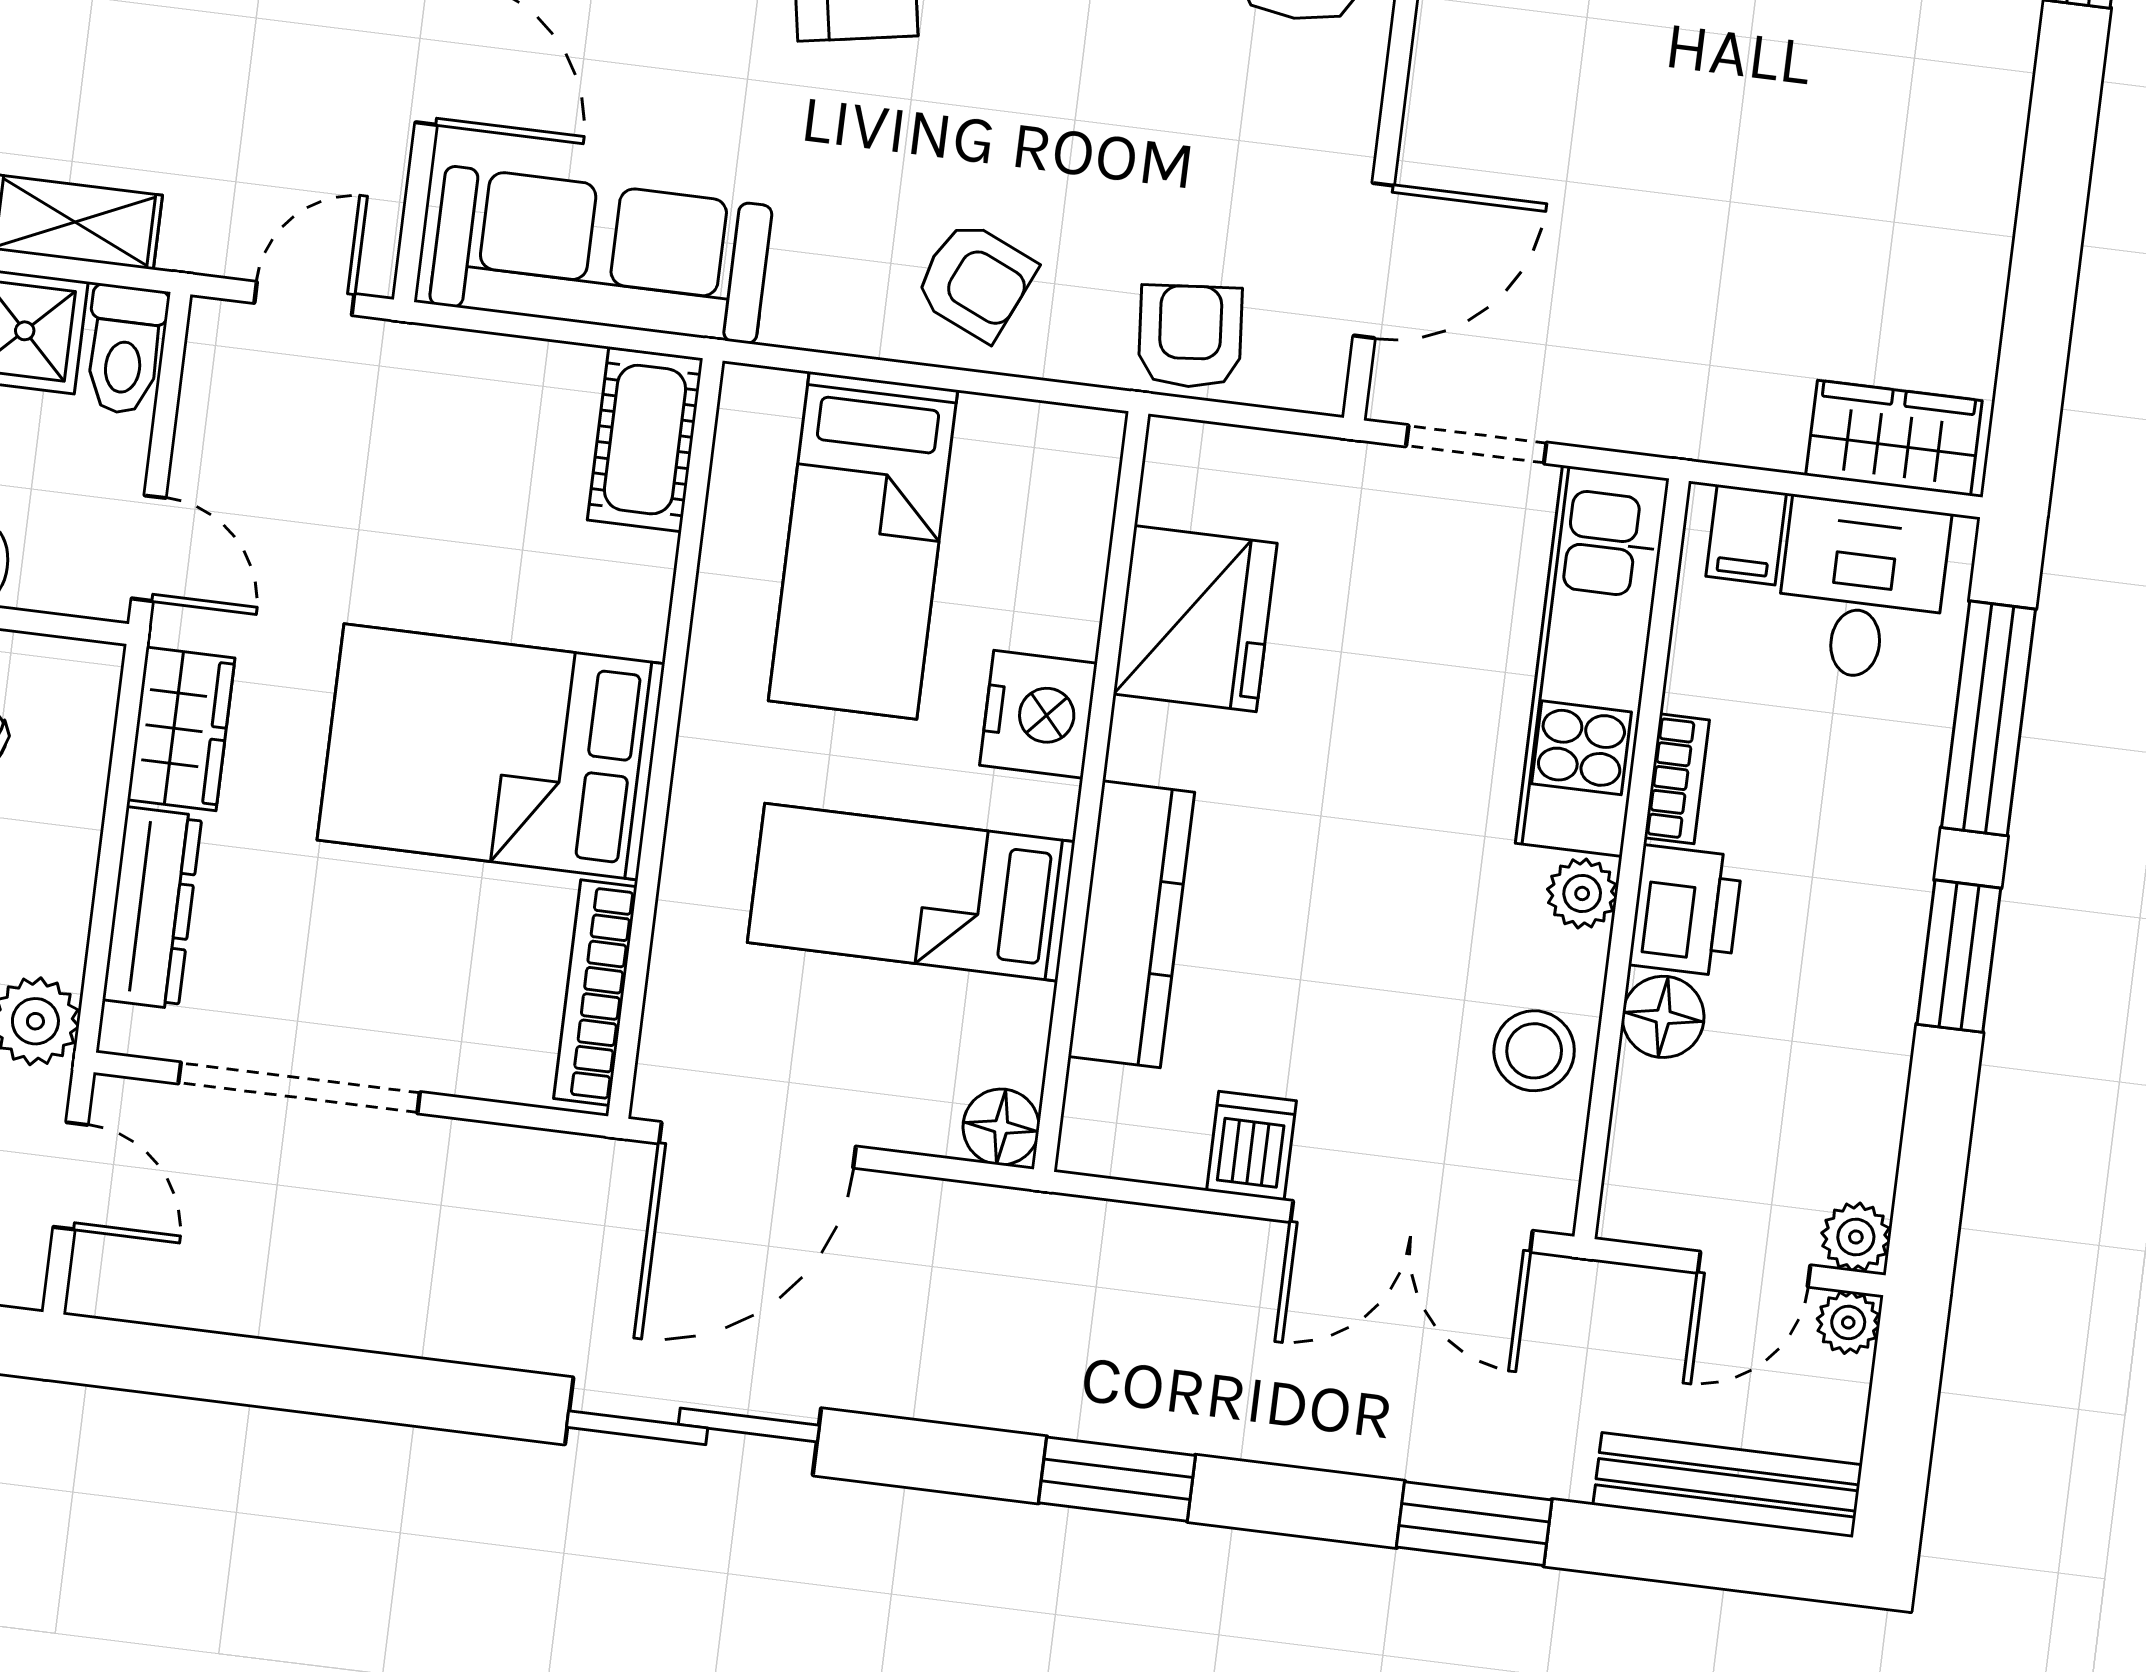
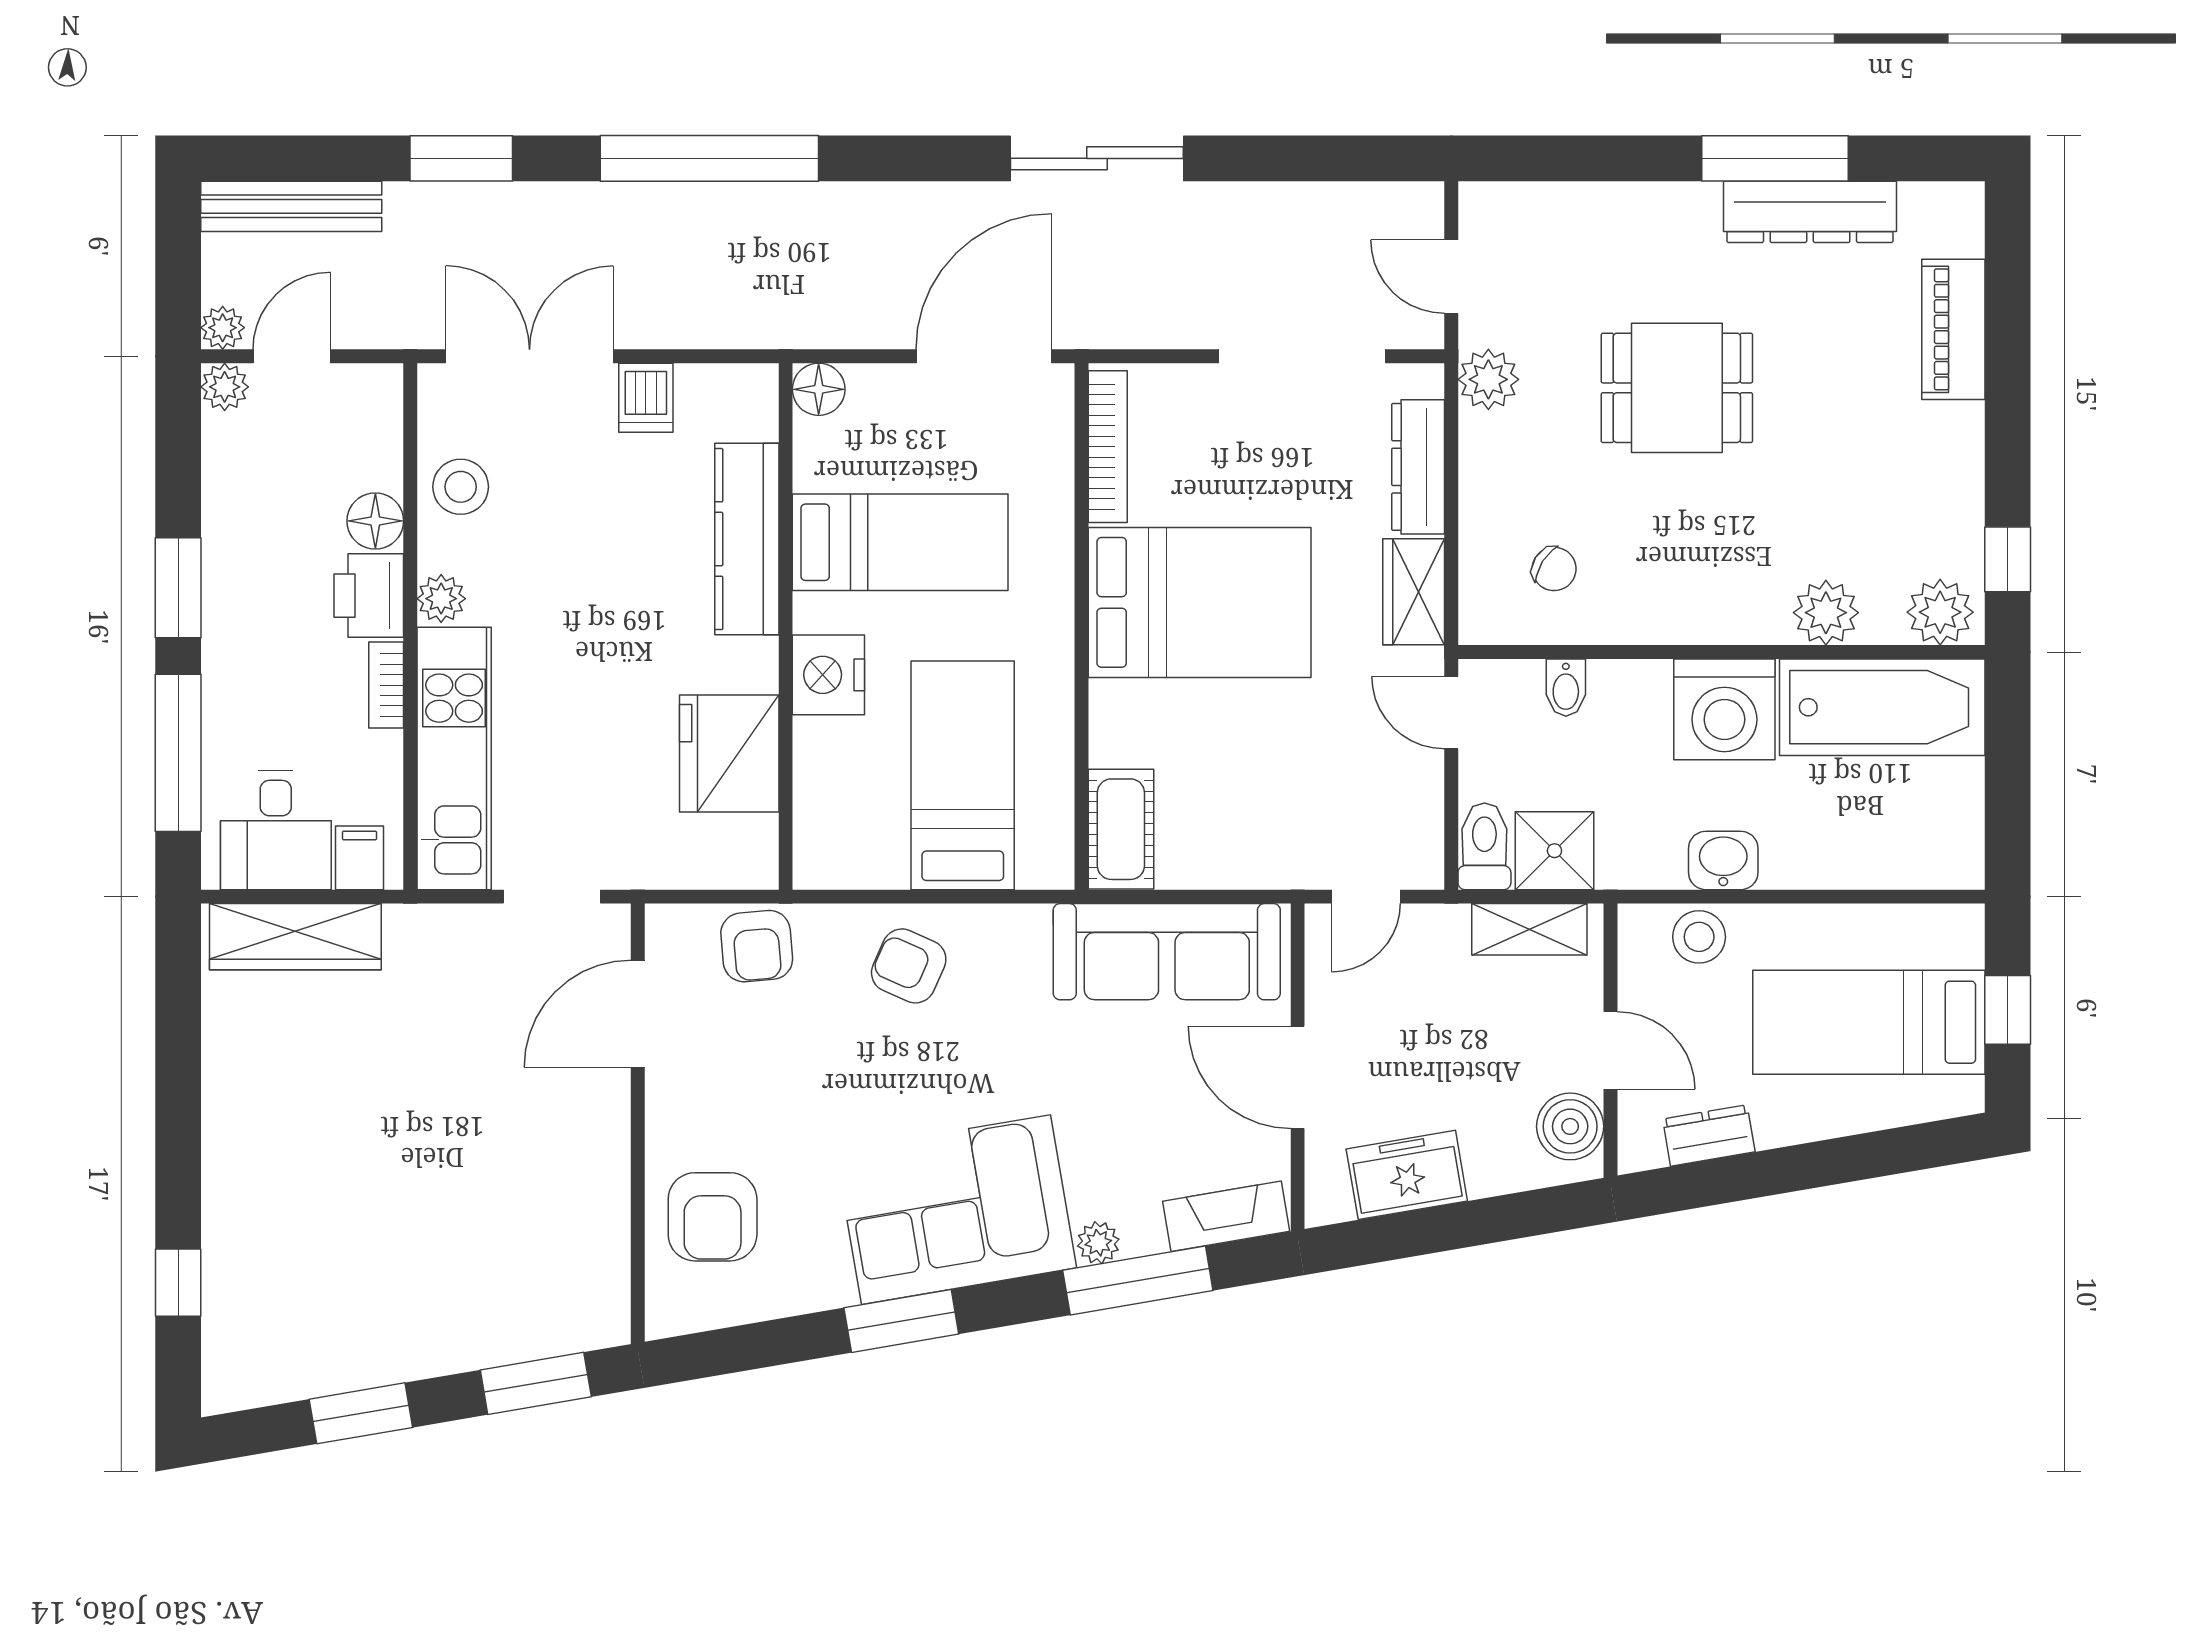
wardrobe: (1894, 438) -> (295, 937), width x1.50
sliding door: (693, 1426) -> (1097, 158), moved
window: (1117, 1479) -> (709, 158), width x2.11

